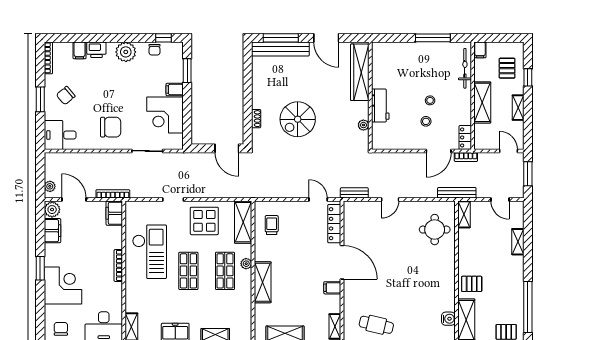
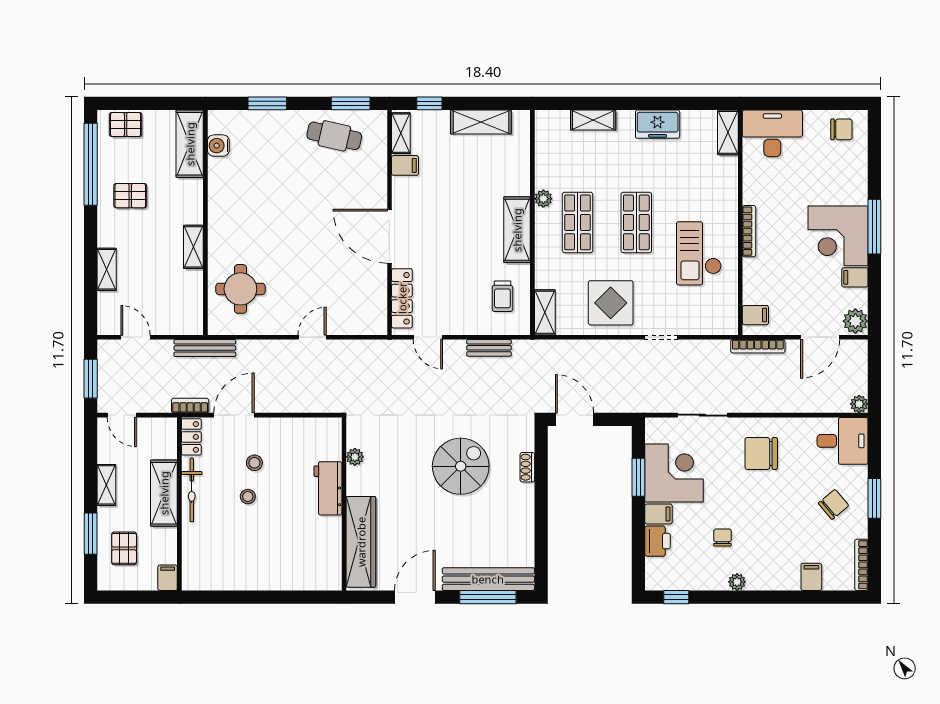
door: (326, 38) -> (415, 597), hinge flipped
window: (433, 38) -> (243, 597), removed
printer: (96, 50) -> (658, 541), moved, turned 90
chair: (154, 50) -> (722, 537), moved
plant: (126, 52) -> (737, 582), width x0.53, depth x0.53
bicycle: (465, 68) -> (192, 490), moved
window: (187, 71) -> (638, 477), moved
window: (528, 77) -> (91, 534), width x1.50
plant: (50, 186) -> (859, 404), moved
bench: (354, 193) -> (489, 348), moved
door: (74, 199) -> (820, 337), hinge flipped
filing cabinet: (114, 213) -> (755, 315), width x0.50
shelving: (464, 214) -> (193, 247), moved
shelving: (243, 222) -> (545, 312), width x0.67, depth x0.75
filing cabinet: (52, 231) -> (855, 277), width x0.50
checkout: (149, 252) -> (699, 253), width x0.73, depth x0.83
plant: (246, 264) -> (543, 199), moved
window: (40, 268) -> (874, 227), width x1.44
shelving: (263, 282) -> (517, 230), moved
pallet: (472, 284) -> (130, 196), moved
corner desk: (63, 286) -> (838, 236), moved
filing cabinet: (332, 288) -> (405, 165), moved
chair: (61, 329) -> (841, 129), turned -90

